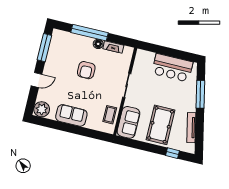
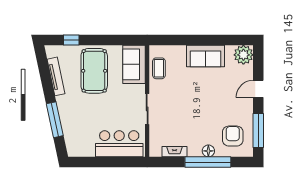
floor lamp: (98, 44) -> (208, 151), moved
bar counter: (172, 68) -> (119, 144), moved
armchair: (86, 70) -> (233, 136), moved

